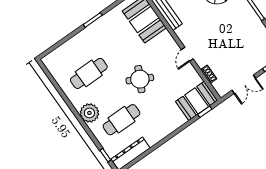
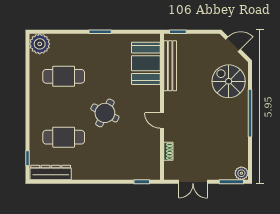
door: (187, 54) -> (162, 121), hinge flipped
booth: (197, 101) -> (141, 167), removed
plant: (89, 113) -> (40, 44), moved

